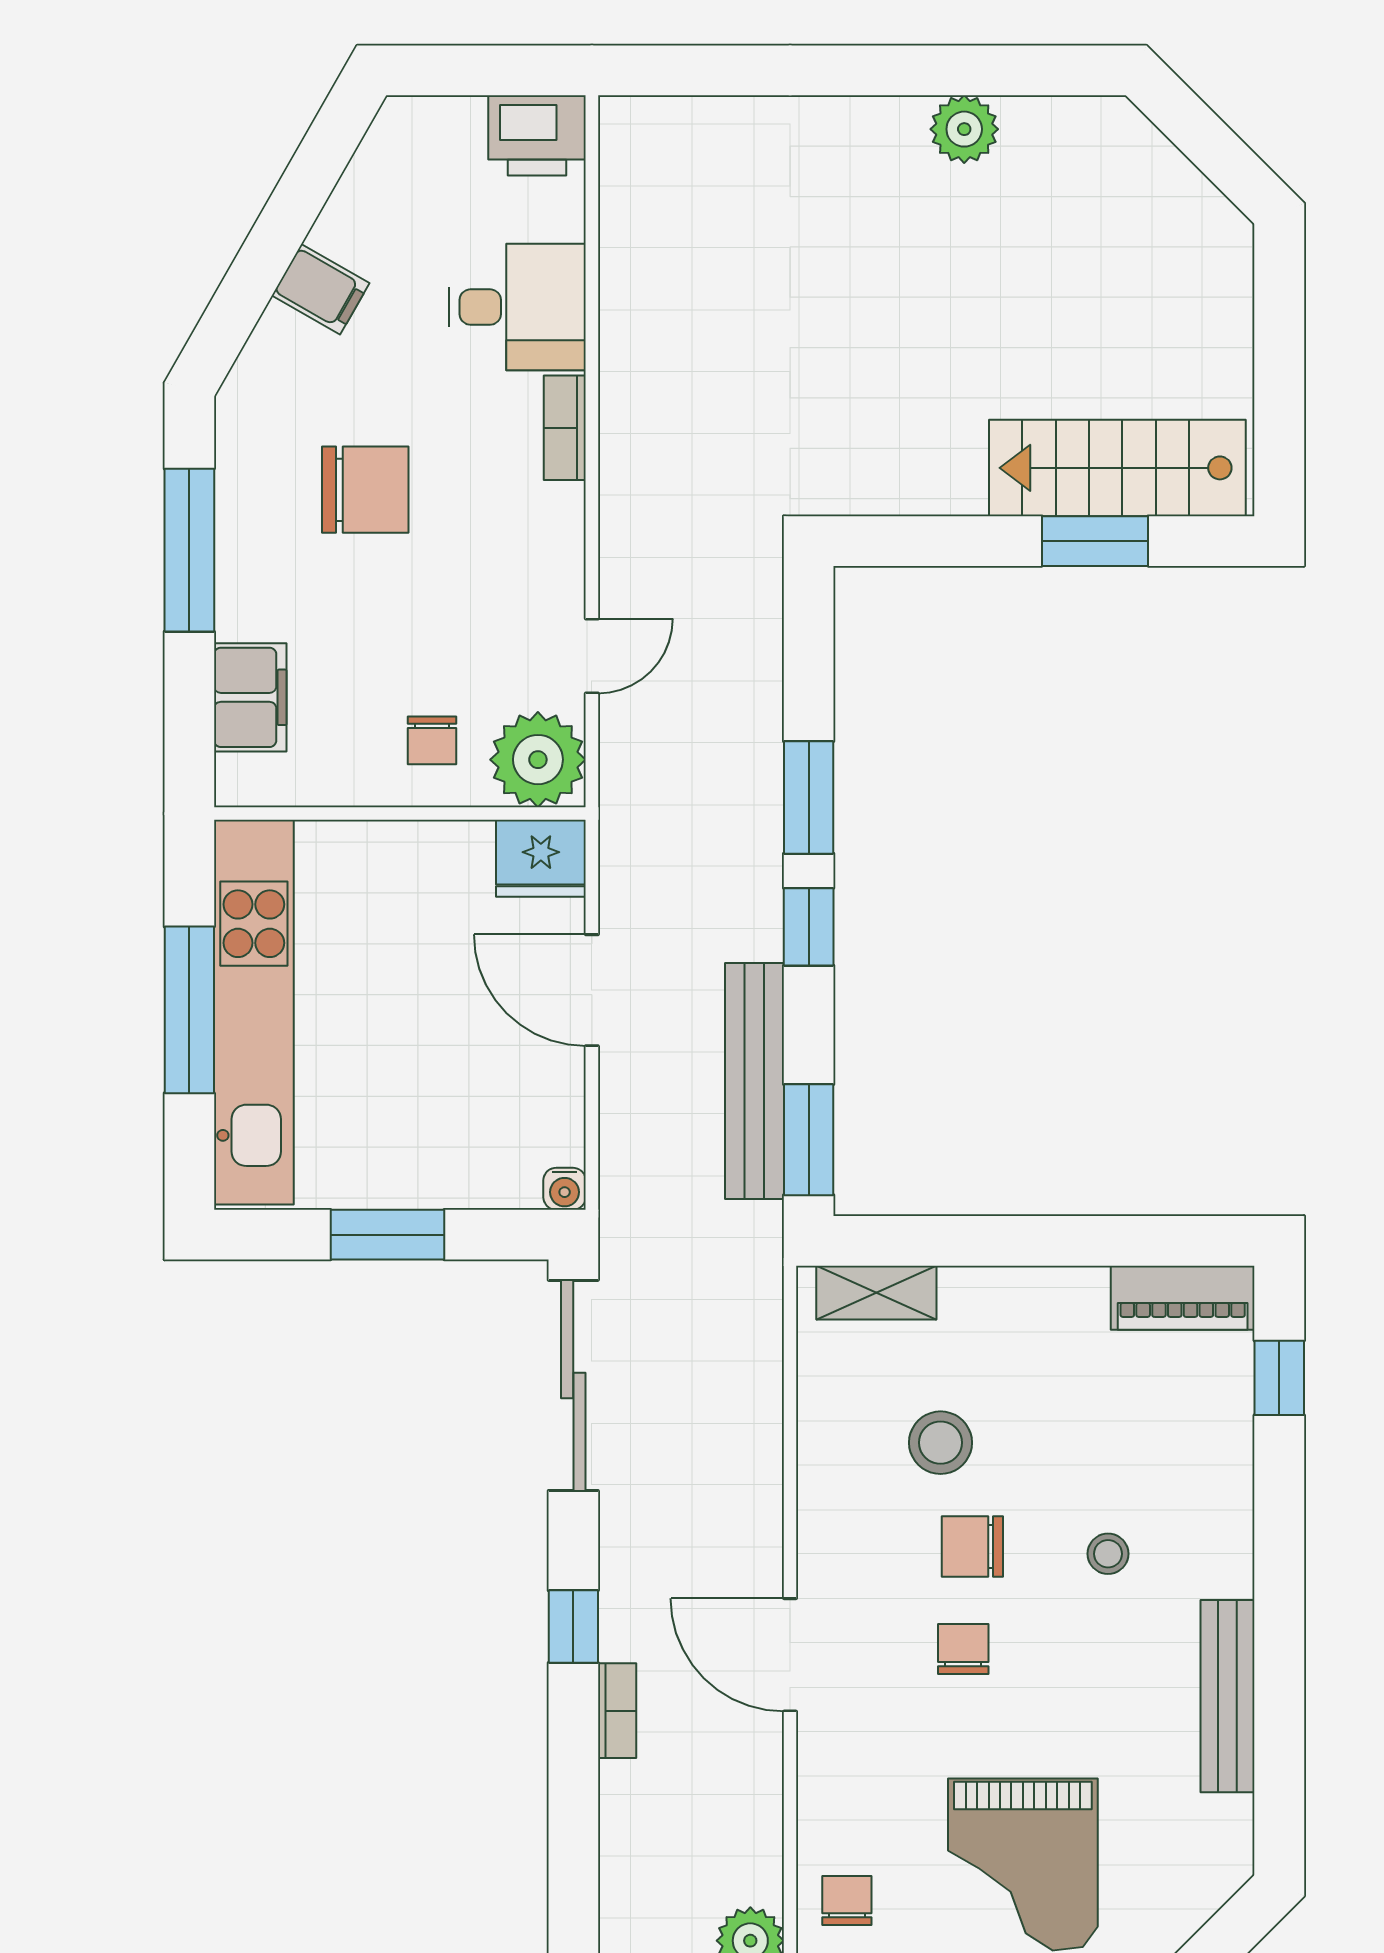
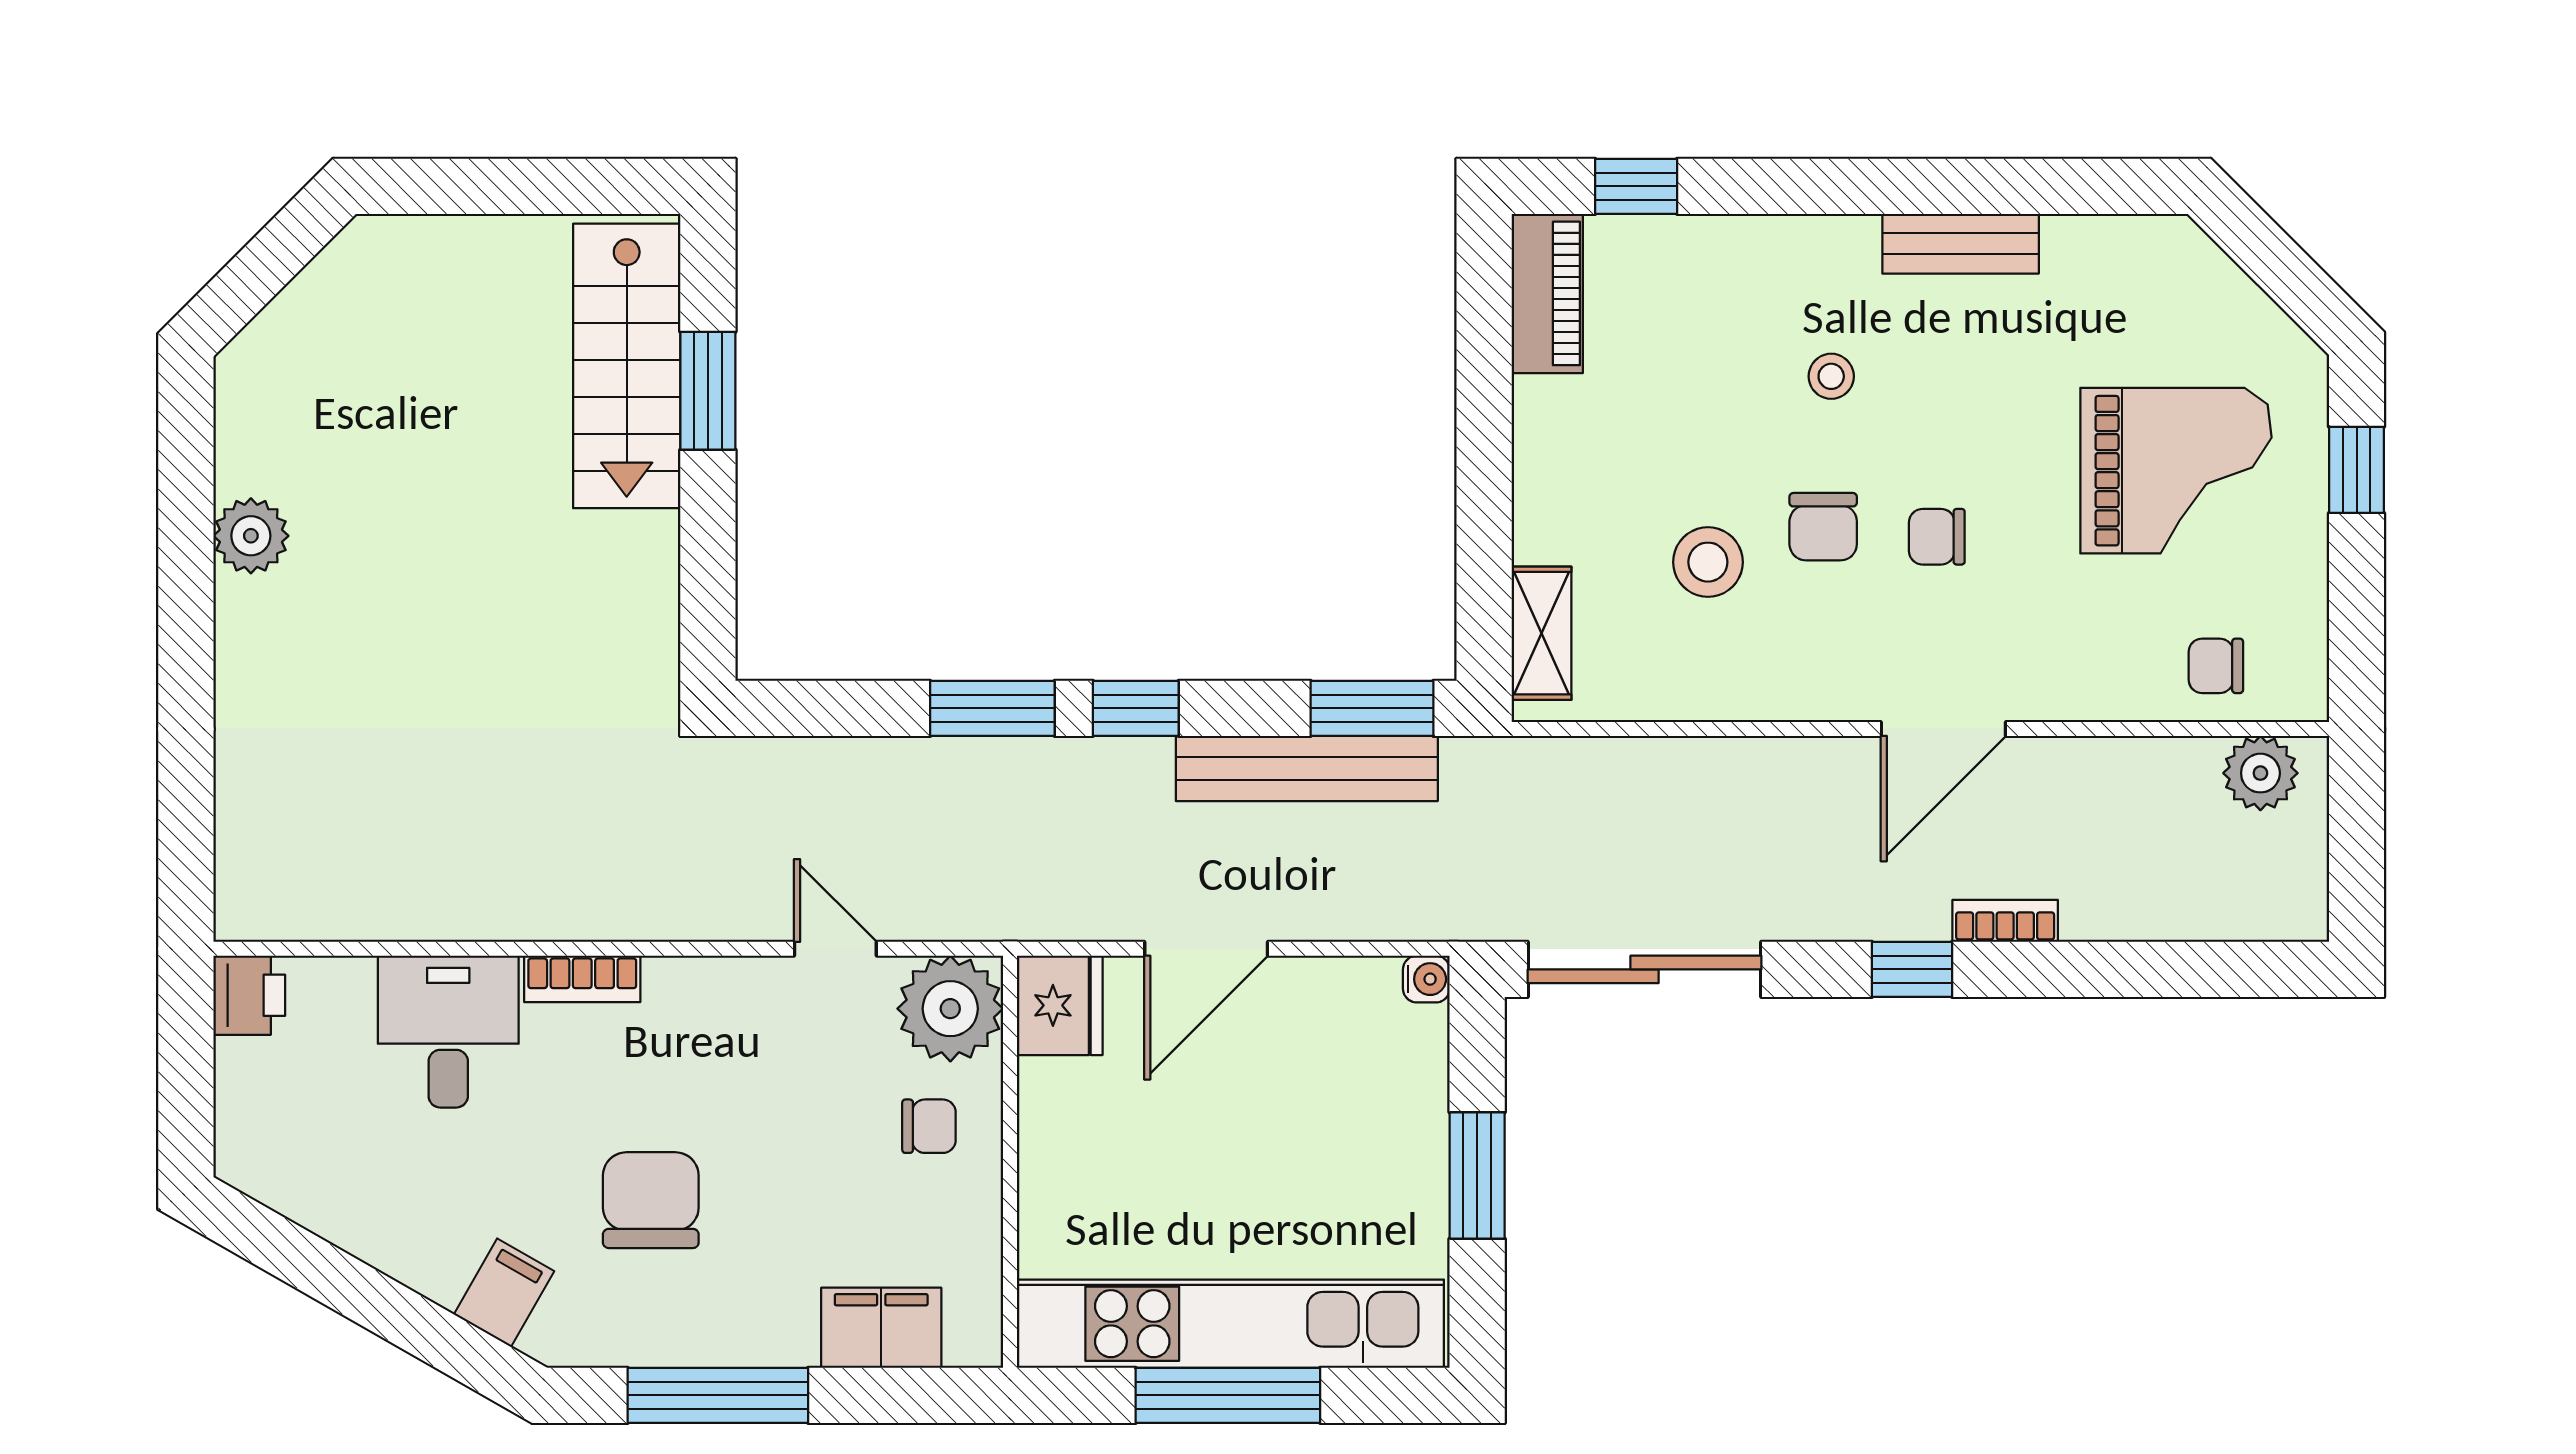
printer: (537, 135) -> (249, 995), width x0.73, depth x0.81
filing cabinet: (321, 289) -> (504, 1293), moved
bench: (1228, 1696) -> (1961, 244), width x0.73

